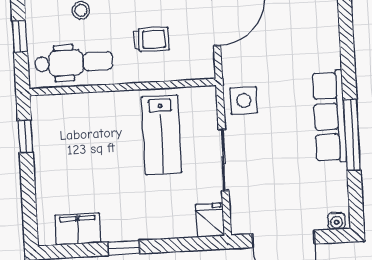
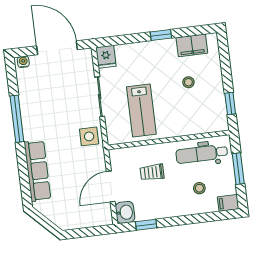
window: (20, 36) -> (238, 169), width x1.50
row of seats: (329, 116) -> (37, 171), moved
lab bench: (161, 135) -> (141, 110), turned 180
stool: (87, 173) -> (188, 82), added

